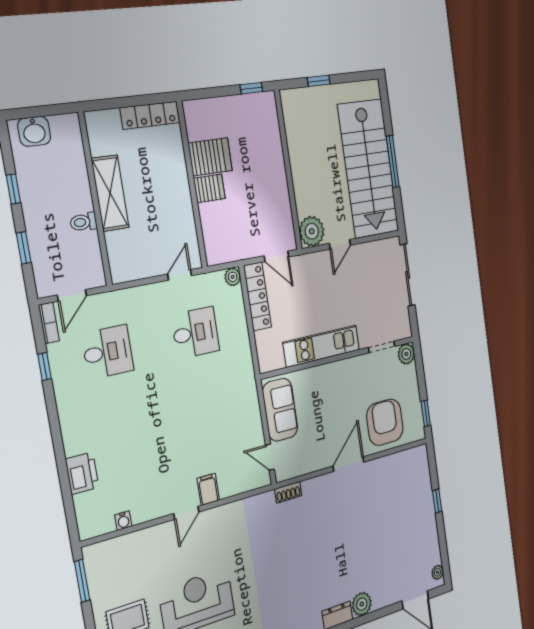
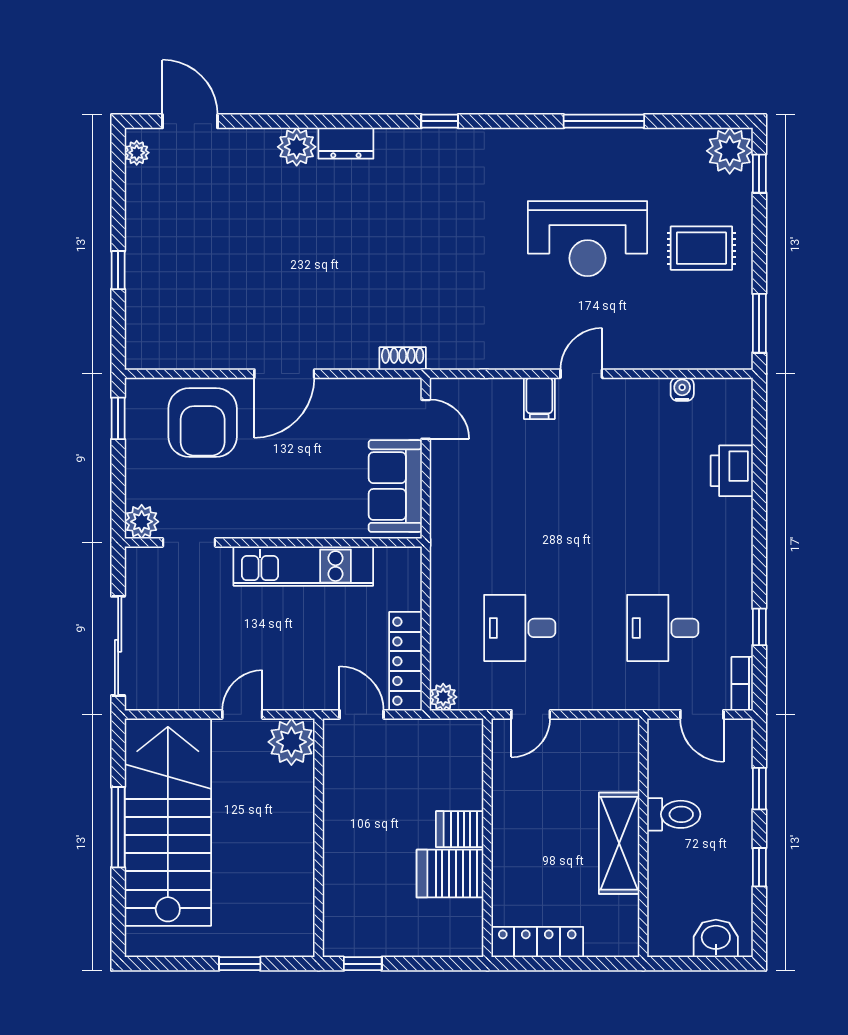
toilet: (84, 222) -> (674, 814), width x1.37, depth x1.39
door: (72, 295) -> (702, 714), swing flipped

